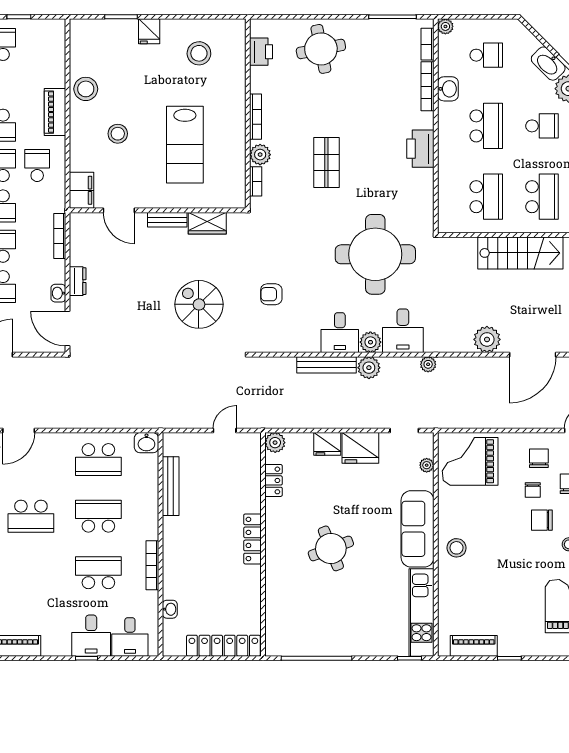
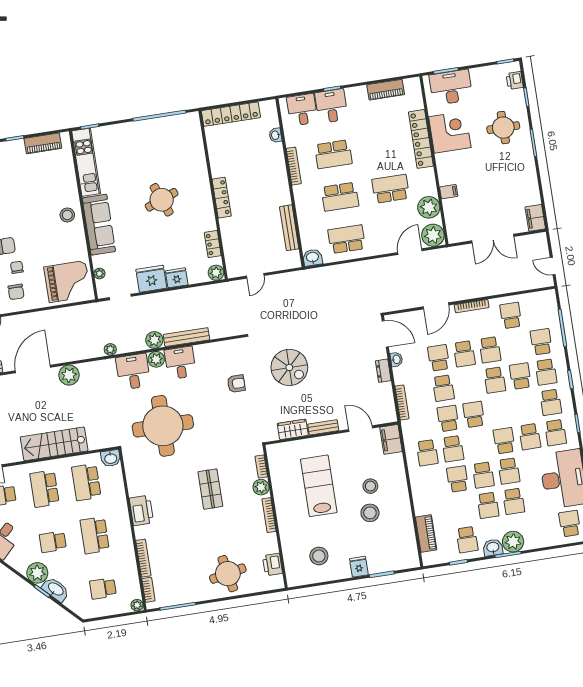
stool: (86, 89) -> (370, 513), moved
washbasin: (448, 89) -> (111, 458), moved, turned -90
piano: (55, 112) -> (426, 534), moved

